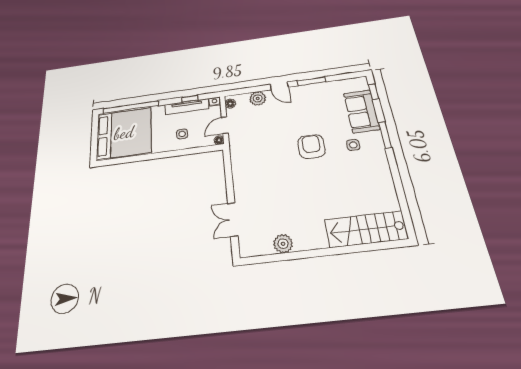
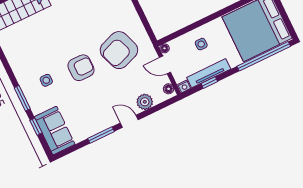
window: (374, 92) -> (36, 127), moved
sofa: (362, 111) -> (55, 130), moved
door: (225, 125) -> (165, 65), swing flipped
armchair: (311, 147) -> (81, 68), turned -90
armchair: (265, 152) -> (119, 50), added

